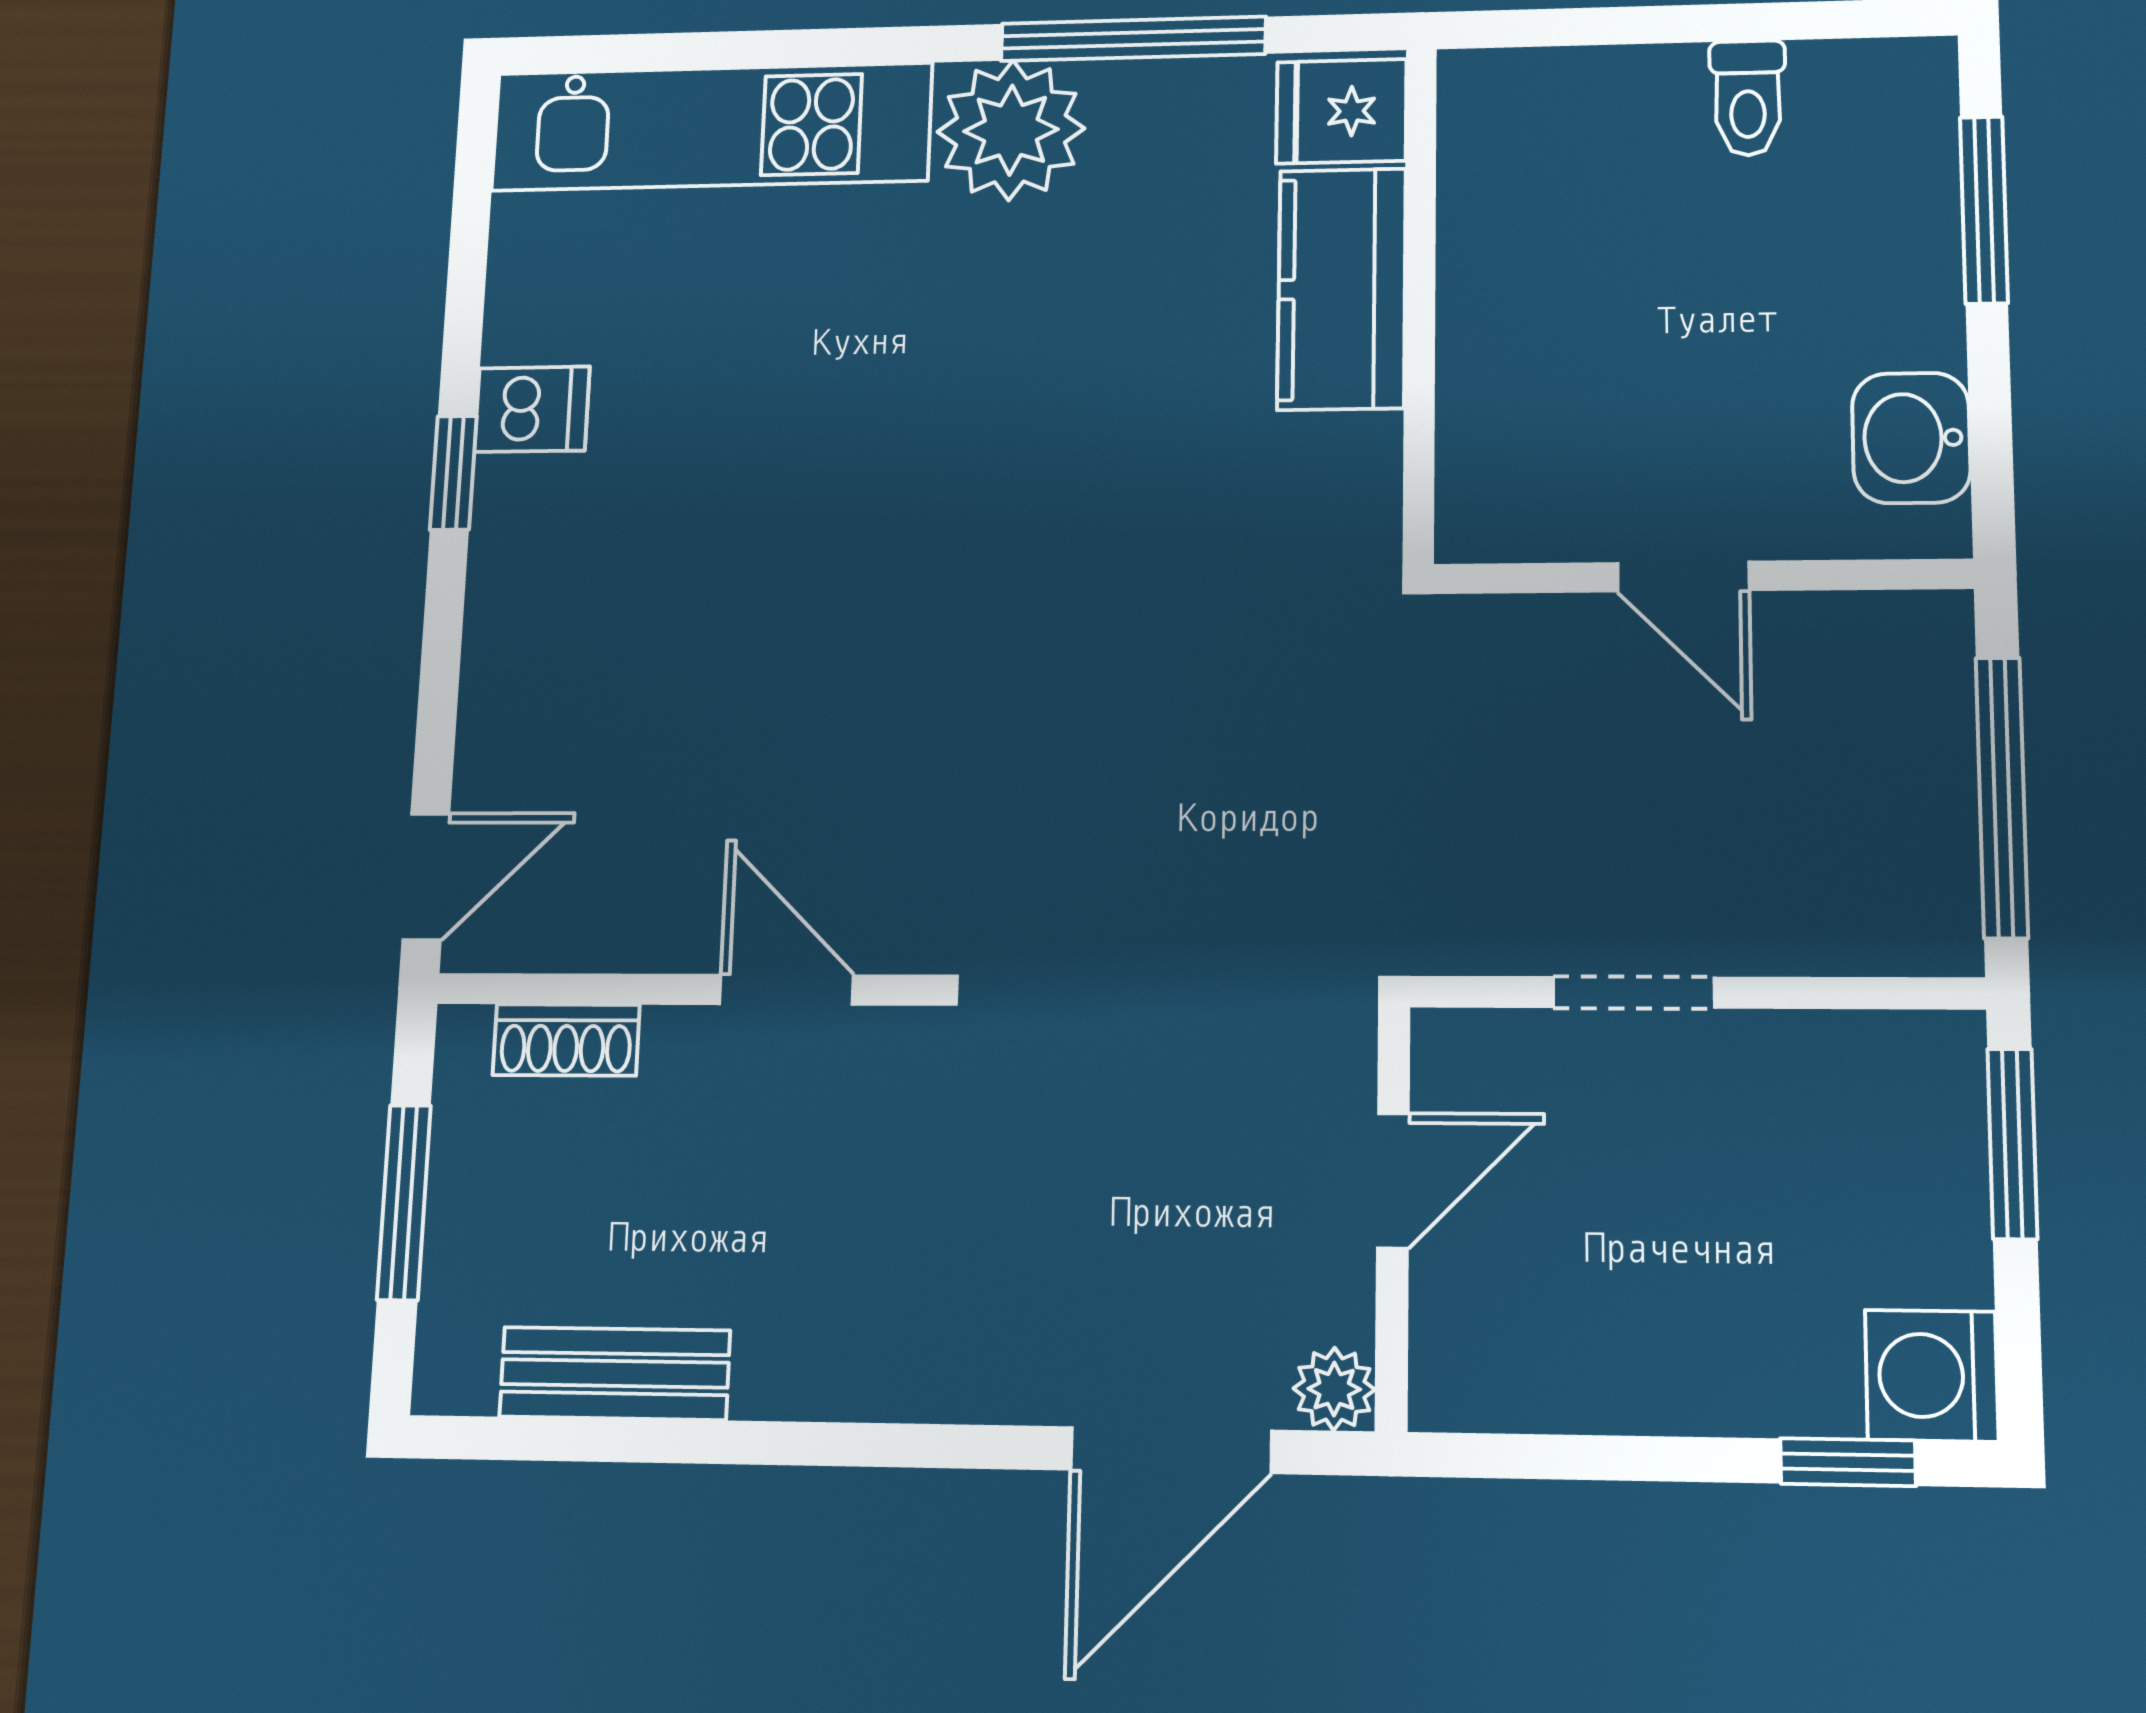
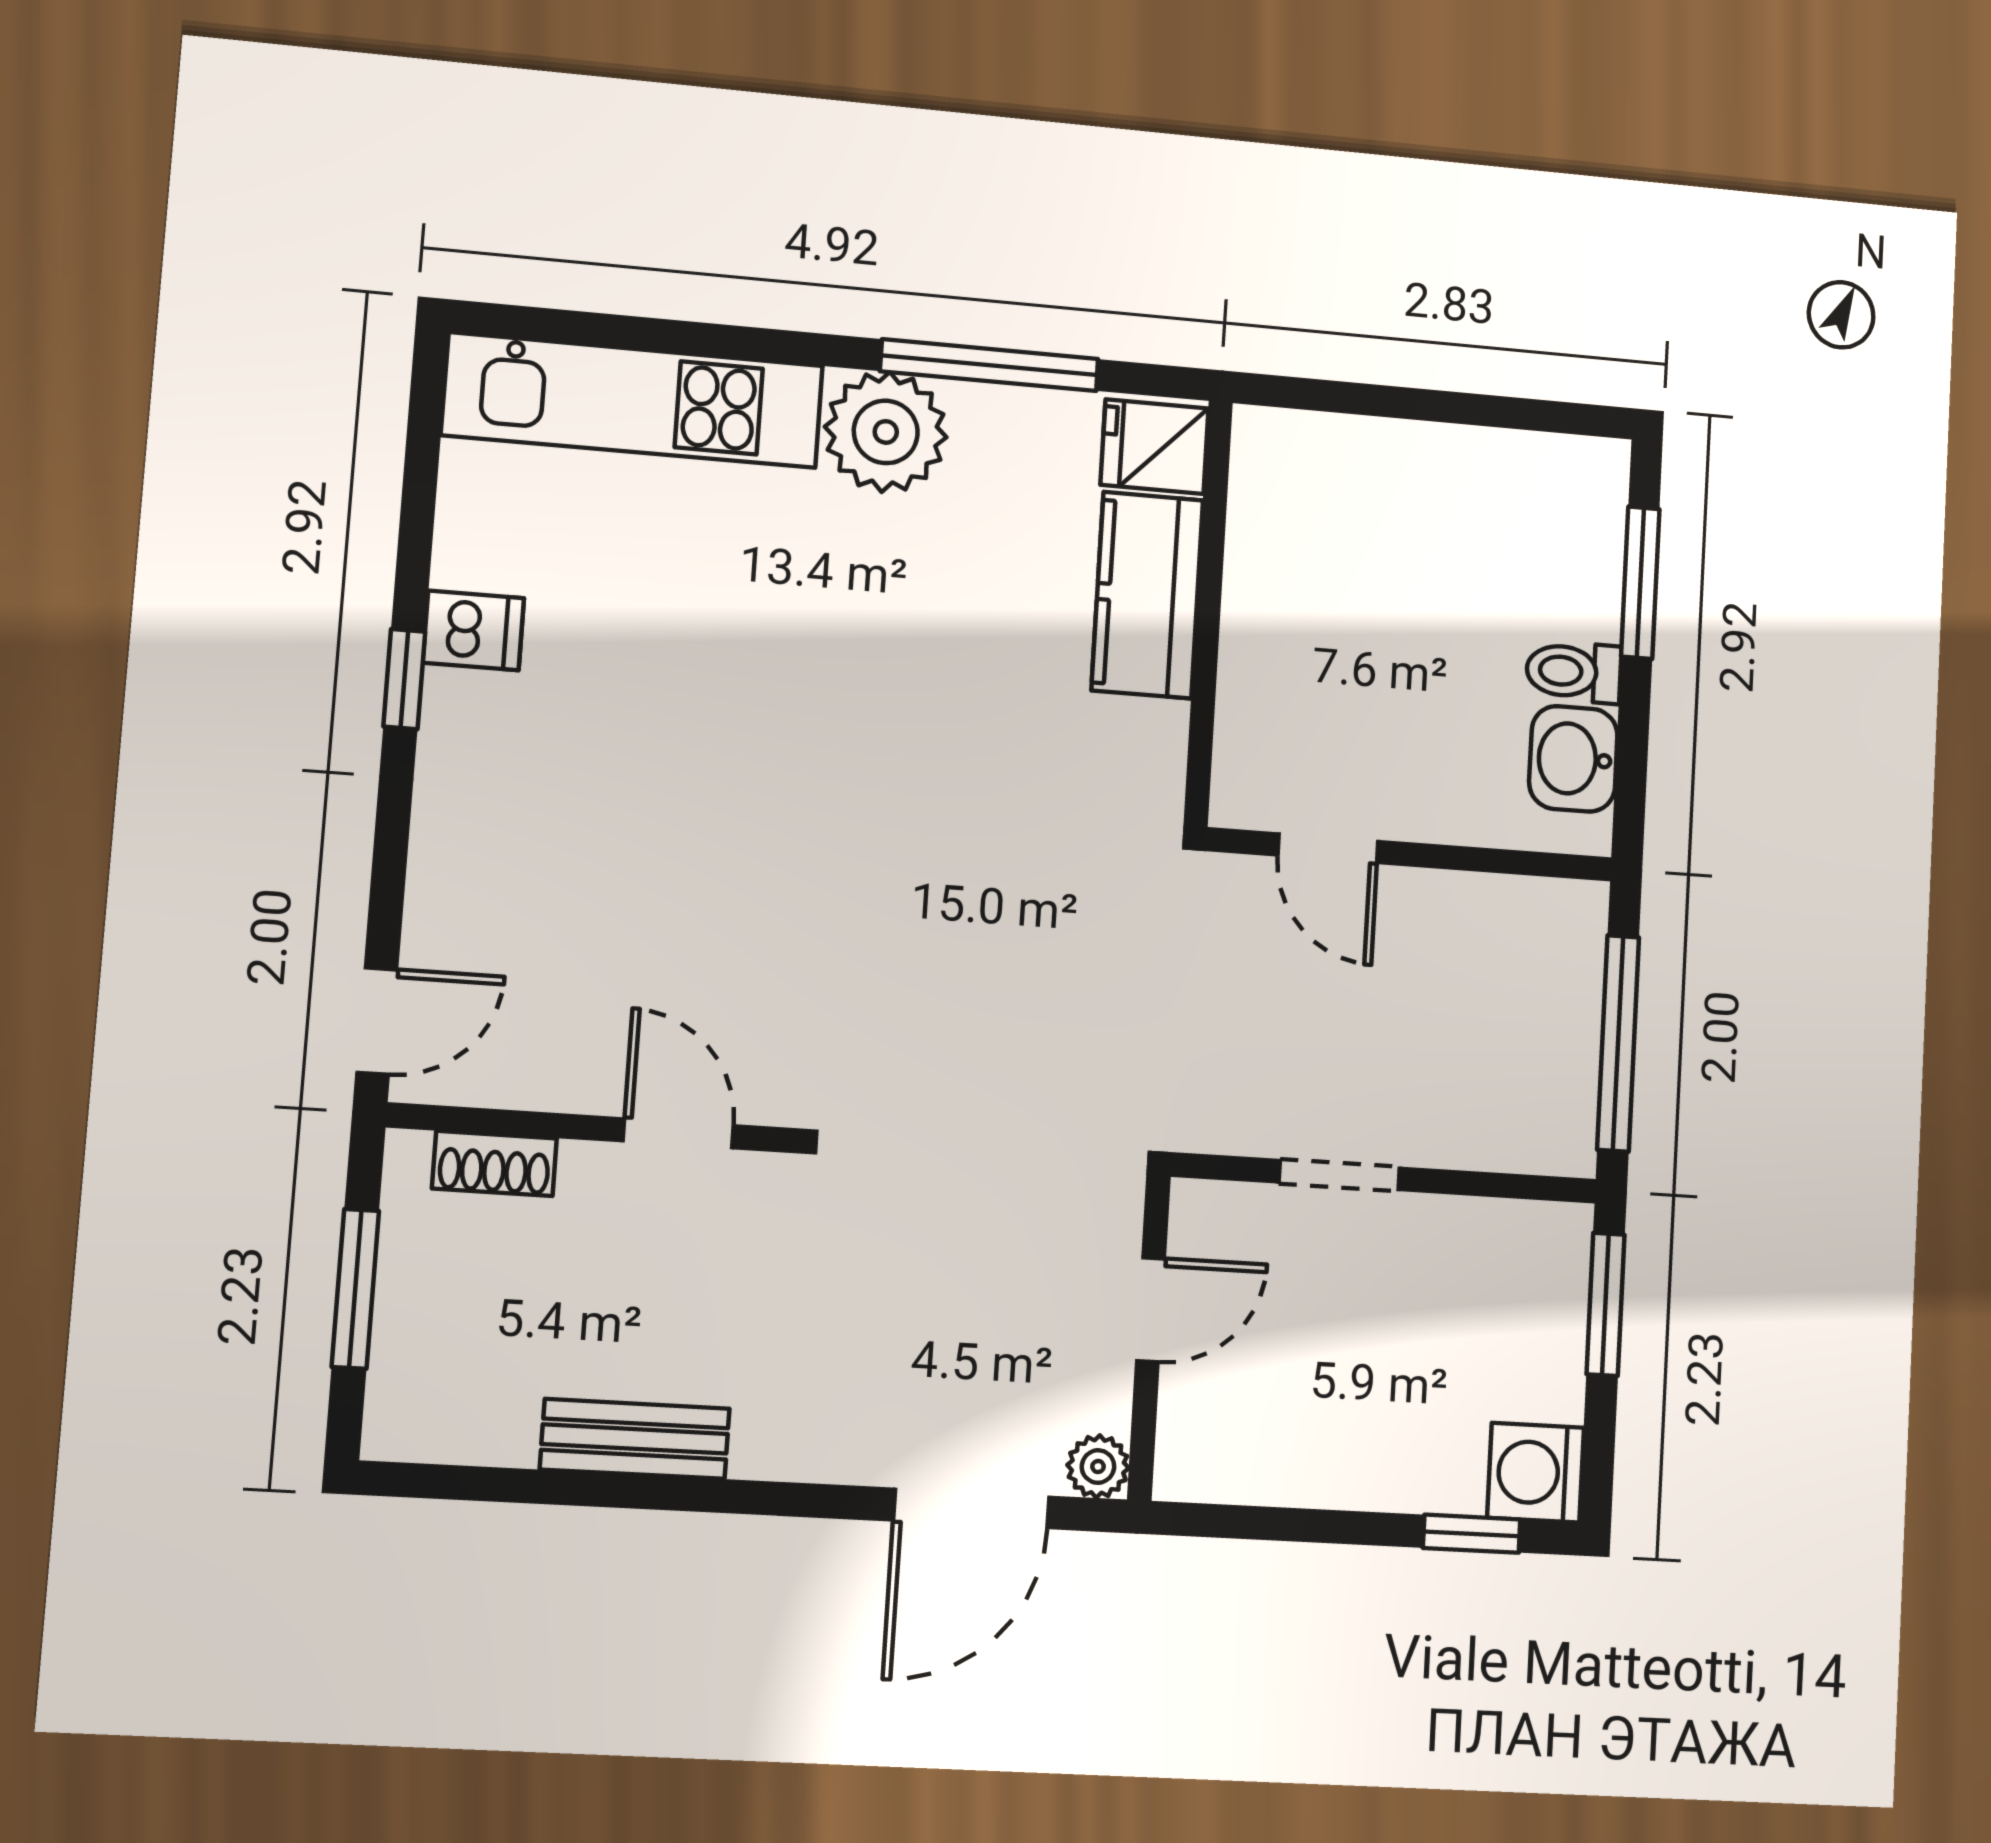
toilet: (1748, 98) -> (1574, 672), moved, turned 90
door: (1683, 577) -> (1328, 848), moved
bench: (615, 1373) -> (635, 1439), moved

